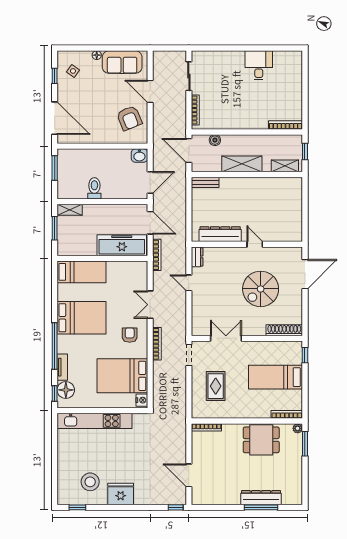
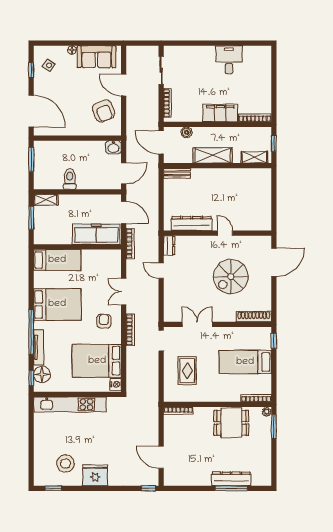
filing cabinet: (250, 120) -> (220, 113), added
tv unit: (62, 367) -> (39, 347), width x1.41

